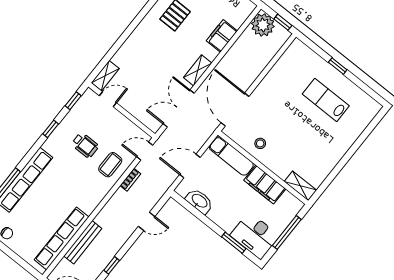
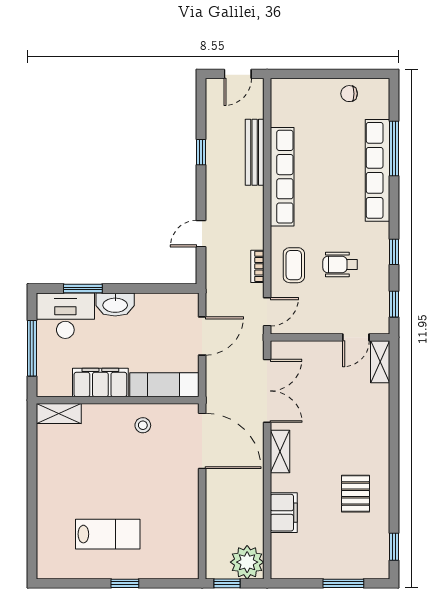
washbasin: (199, 201) -> (115, 305), moved
row of seats: (62, 238) -> (282, 177), moved

